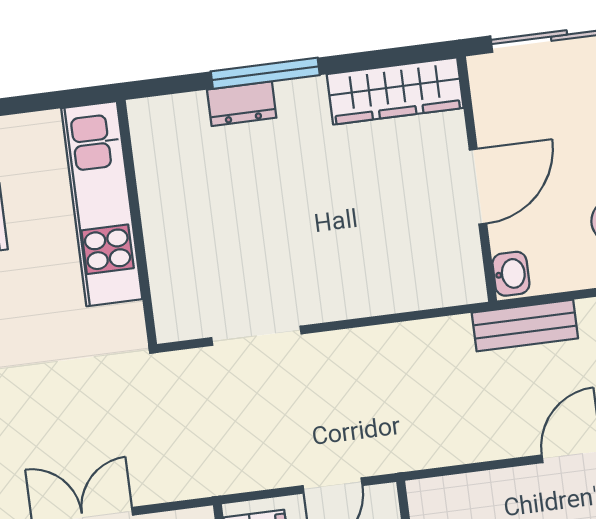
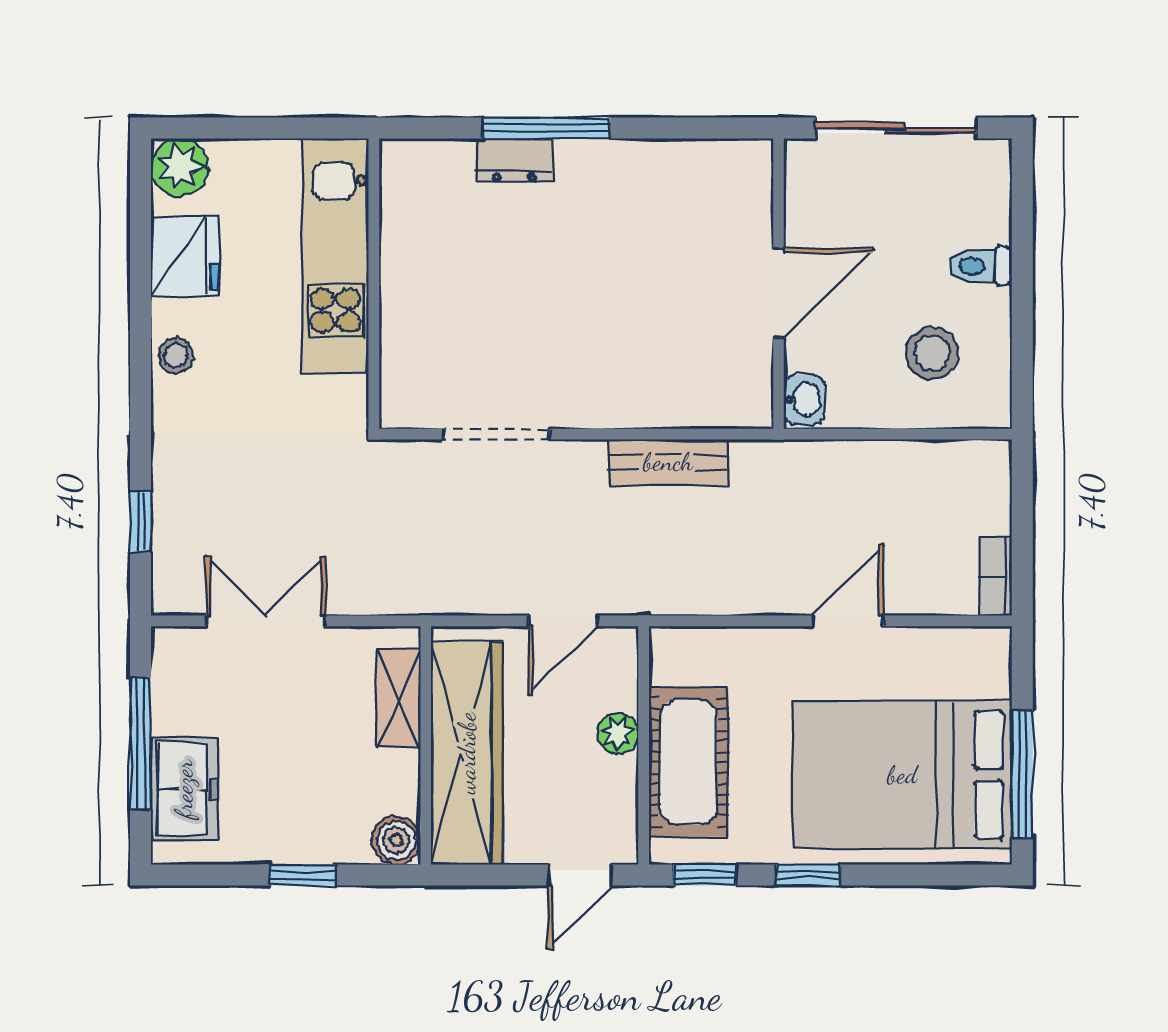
wardrobe: (395, 91) -> (696, 168), removed
bench: (525, 326) -> (668, 462), moved

